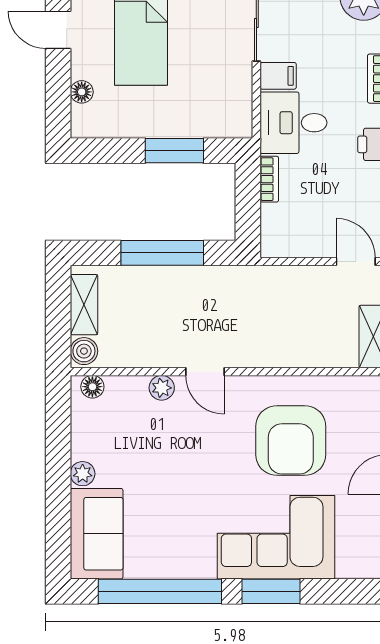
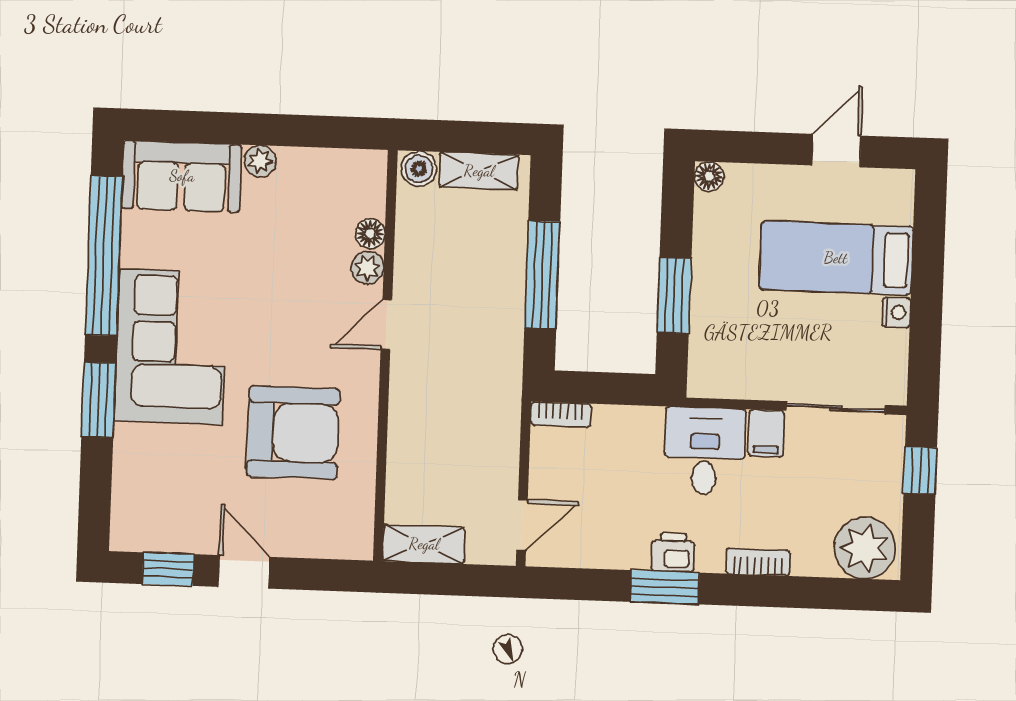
floor lamp: (82, 92) -> (709, 176), moved
bookcase: (269, 179) -> (561, 414), moved
floor lamp: (92, 387) -> (370, 234), moved
armchair: (291, 440) -> (293, 432), turned 180
corner sofa: (276, 537) -> (171, 347), moved

